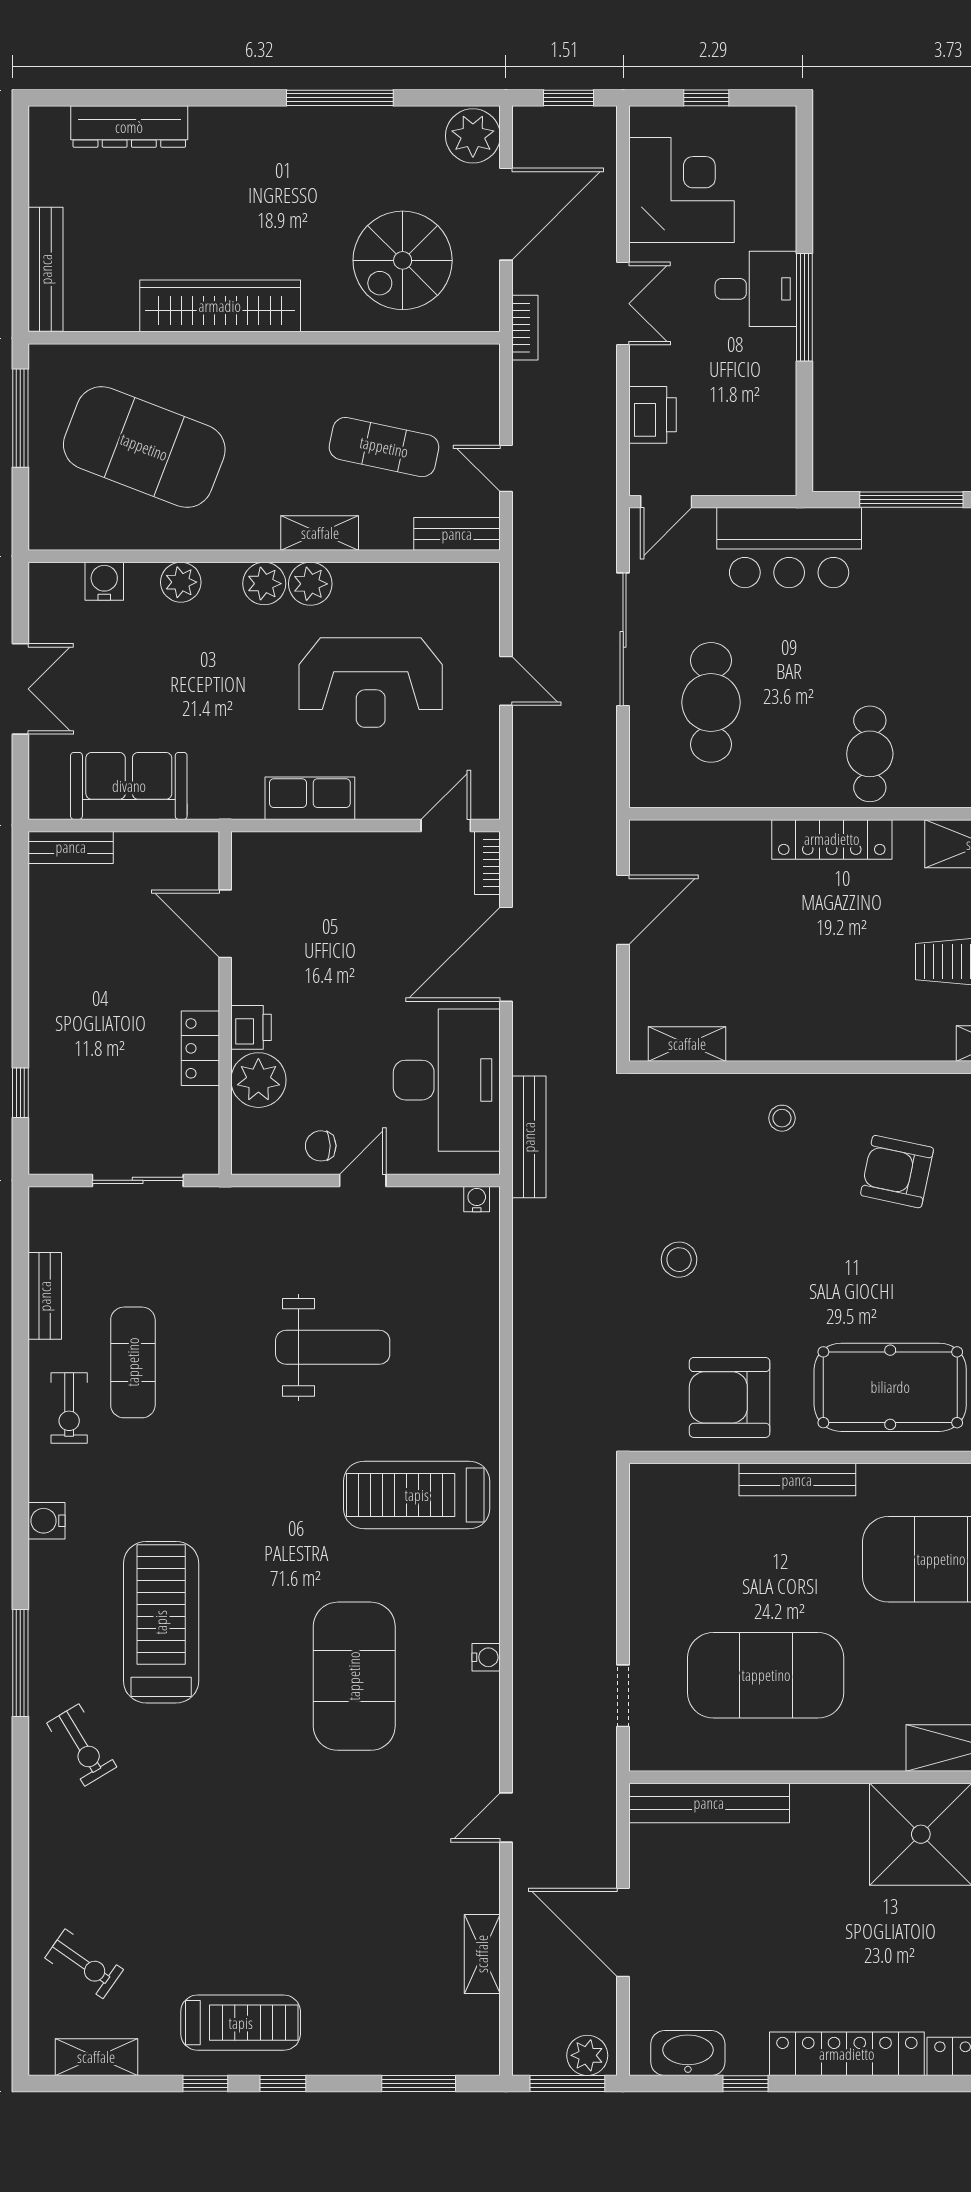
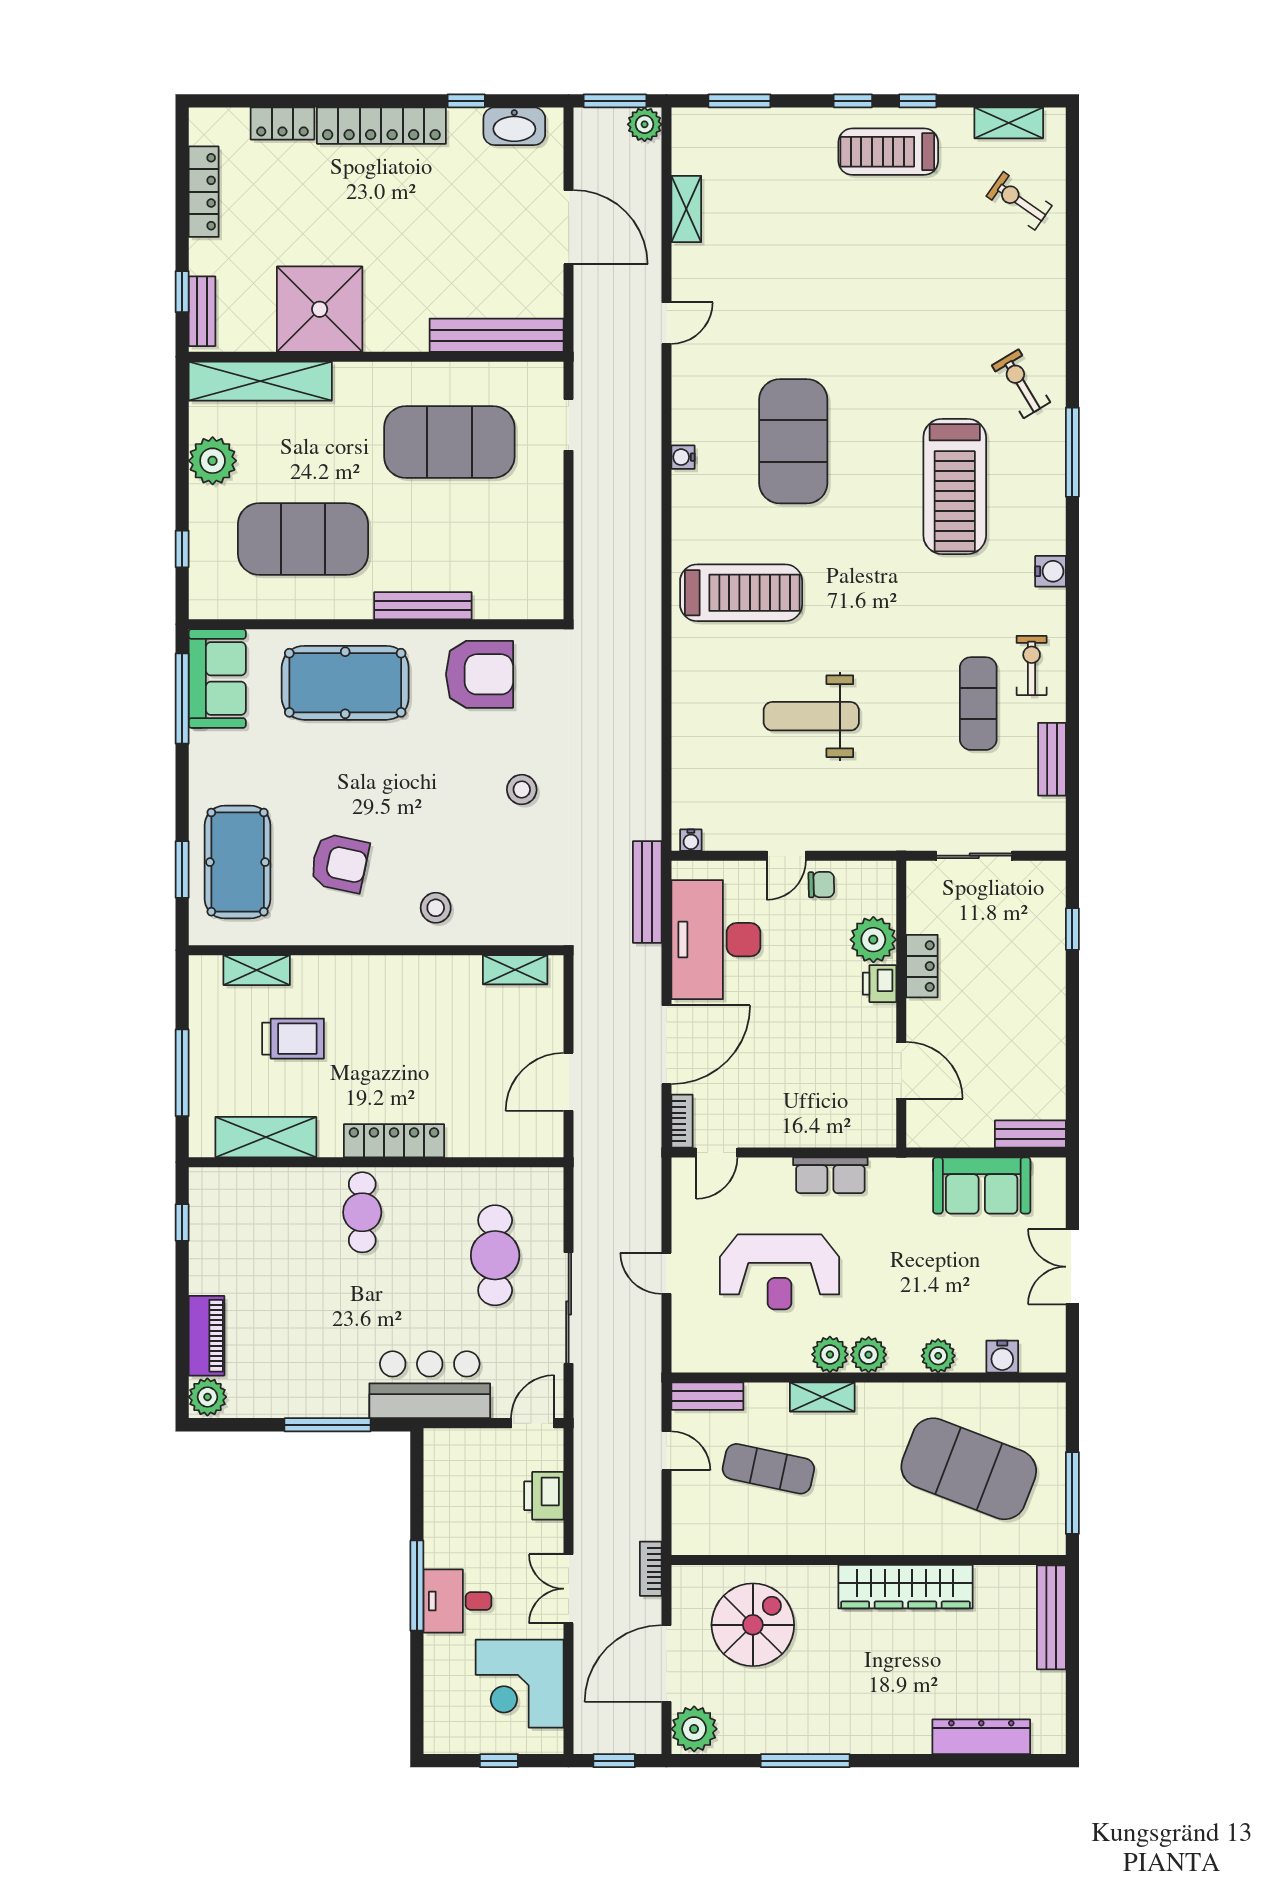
reception desk: (371, 683) -> (780, 1272), turned 180
stool: (782, 1118) -> (436, 908), width x1.37, depth x1.37
plant: (587, 2055) -> (645, 124), moved

